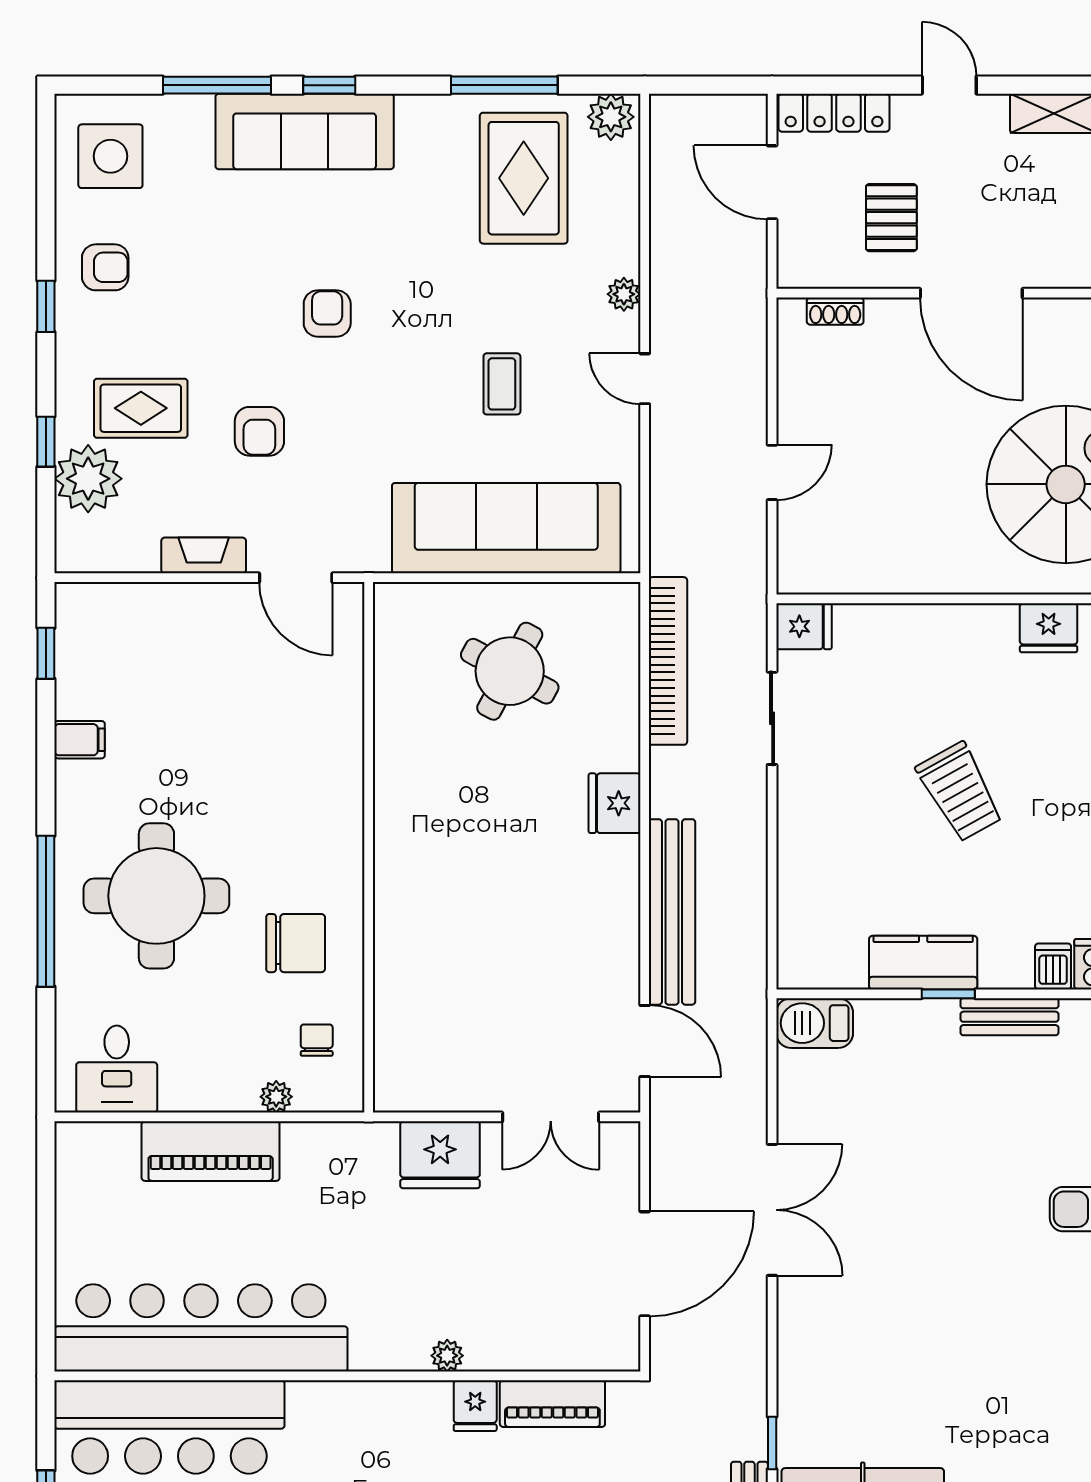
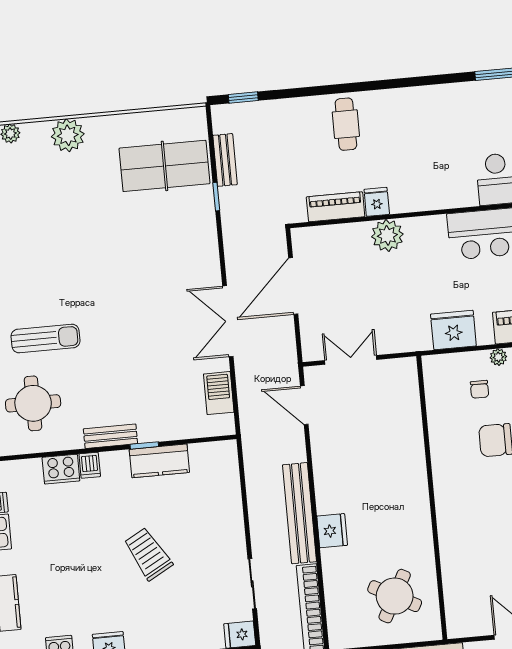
wall: (369, 847) -> (432, 498), moved
bench: (672, 912) -> (300, 513), moved
barbecue: (815, 1023) -> (219, 393), moved, turned -90
fridge: (440, 1155) -> (453, 330), moved
plant: (447, 1356) -> (387, 235), width x1.88, depth x1.88

